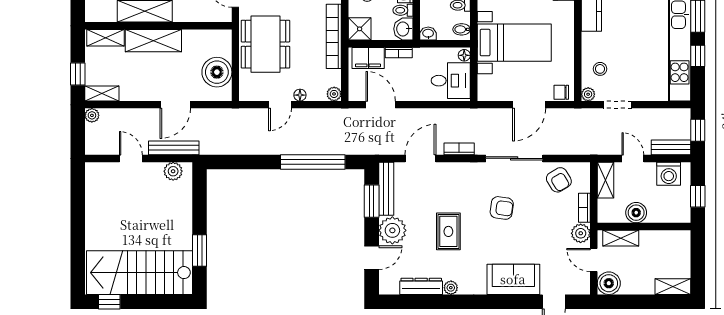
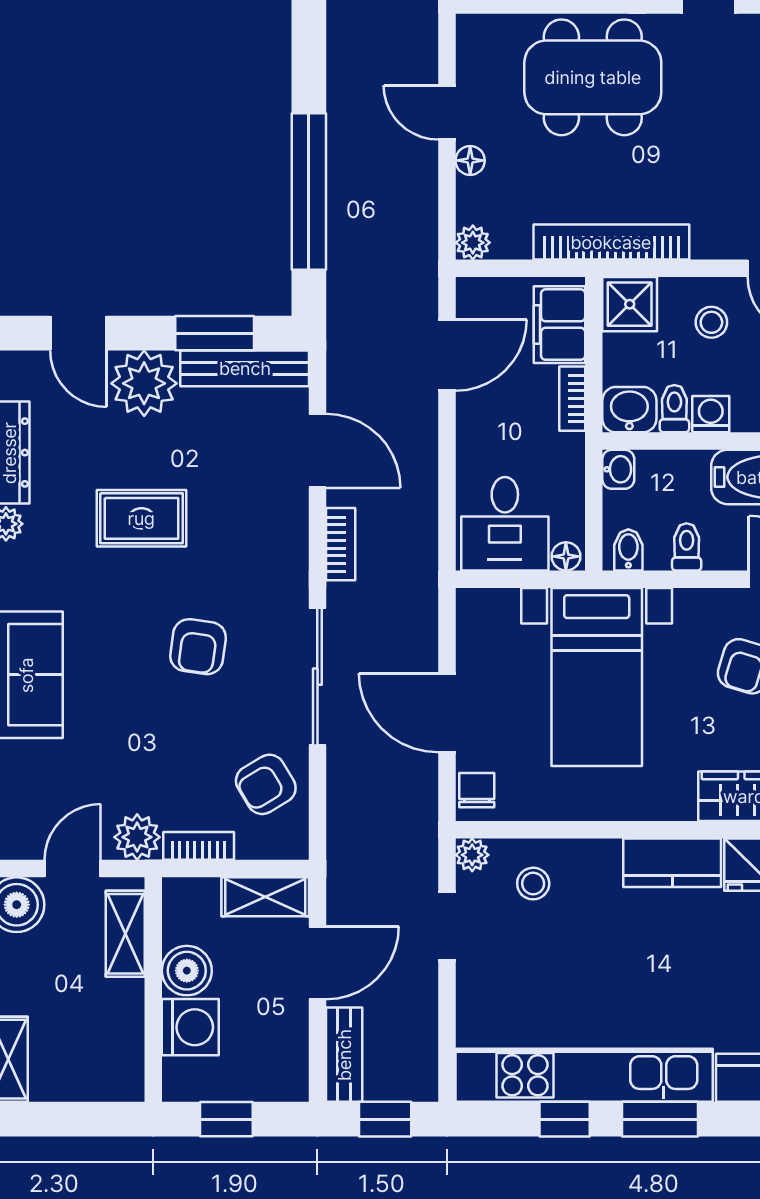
door: (633, 158) -> (317, 963), width x1.38
washing machine: (669, 174) -> (190, 1027), moved, turned 180

